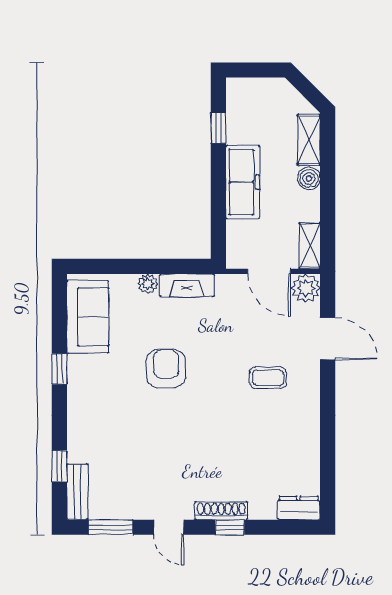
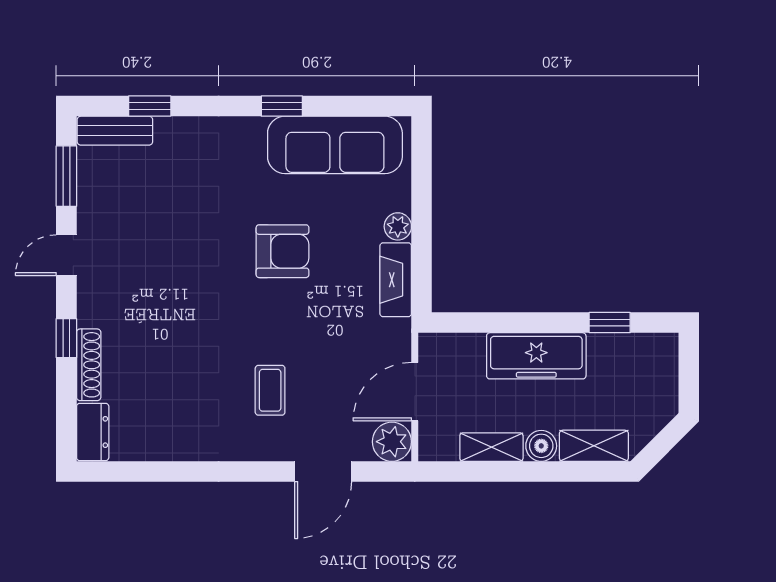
shelving: (310, 246) -> (491, 447), moved
sofa: (88, 317) -> (335, 145), width x1.36
shoe rack: (221, 511) -> (89, 365), moved

